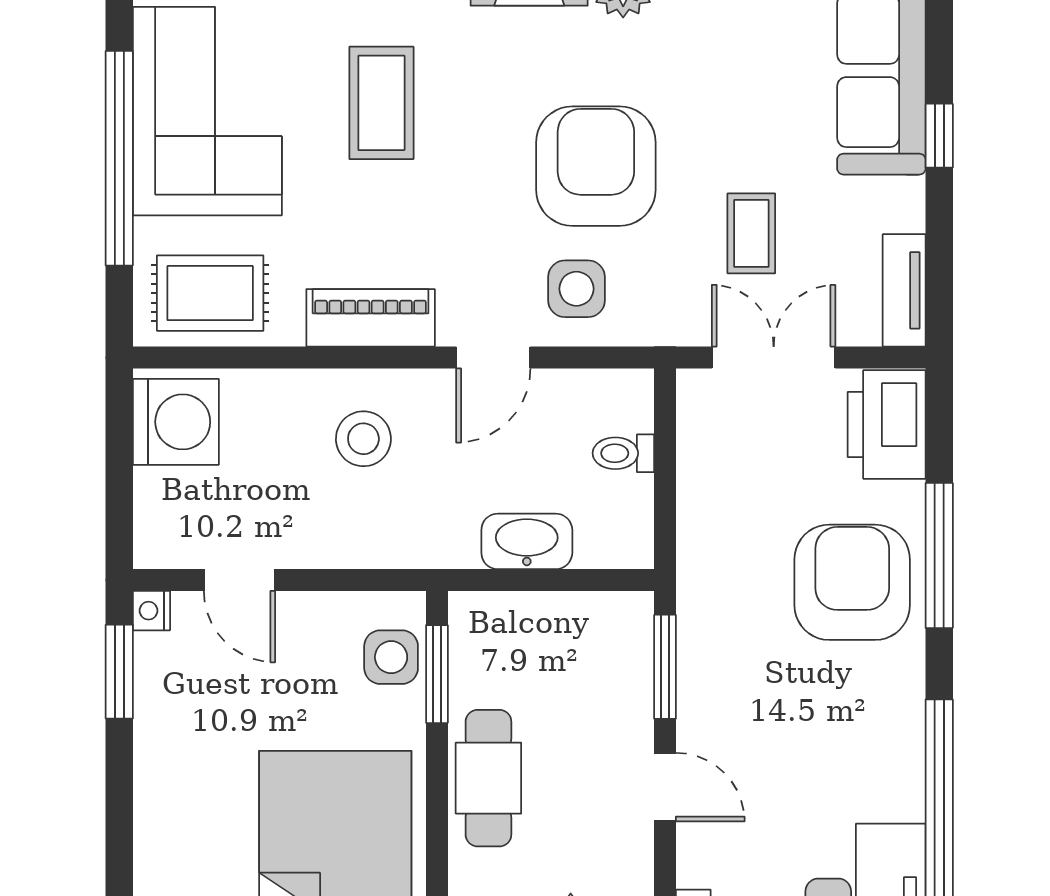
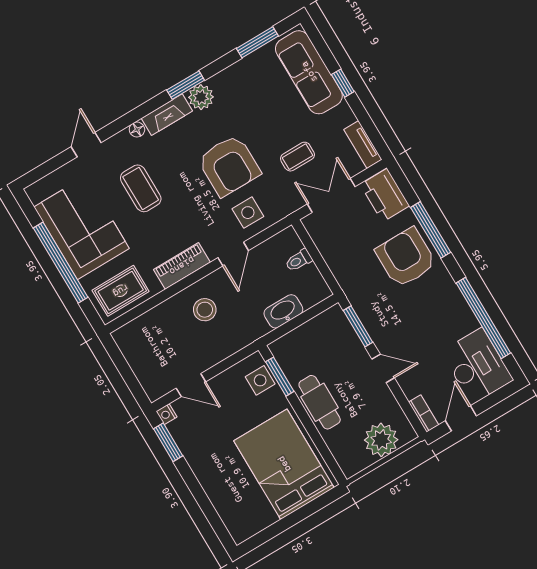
armchair: (596, 166) -> (229, 166), turned 180
coffee table: (751, 233) -> (297, 157), turned 90
washing machine: (176, 422) -> (136, 343), removed

